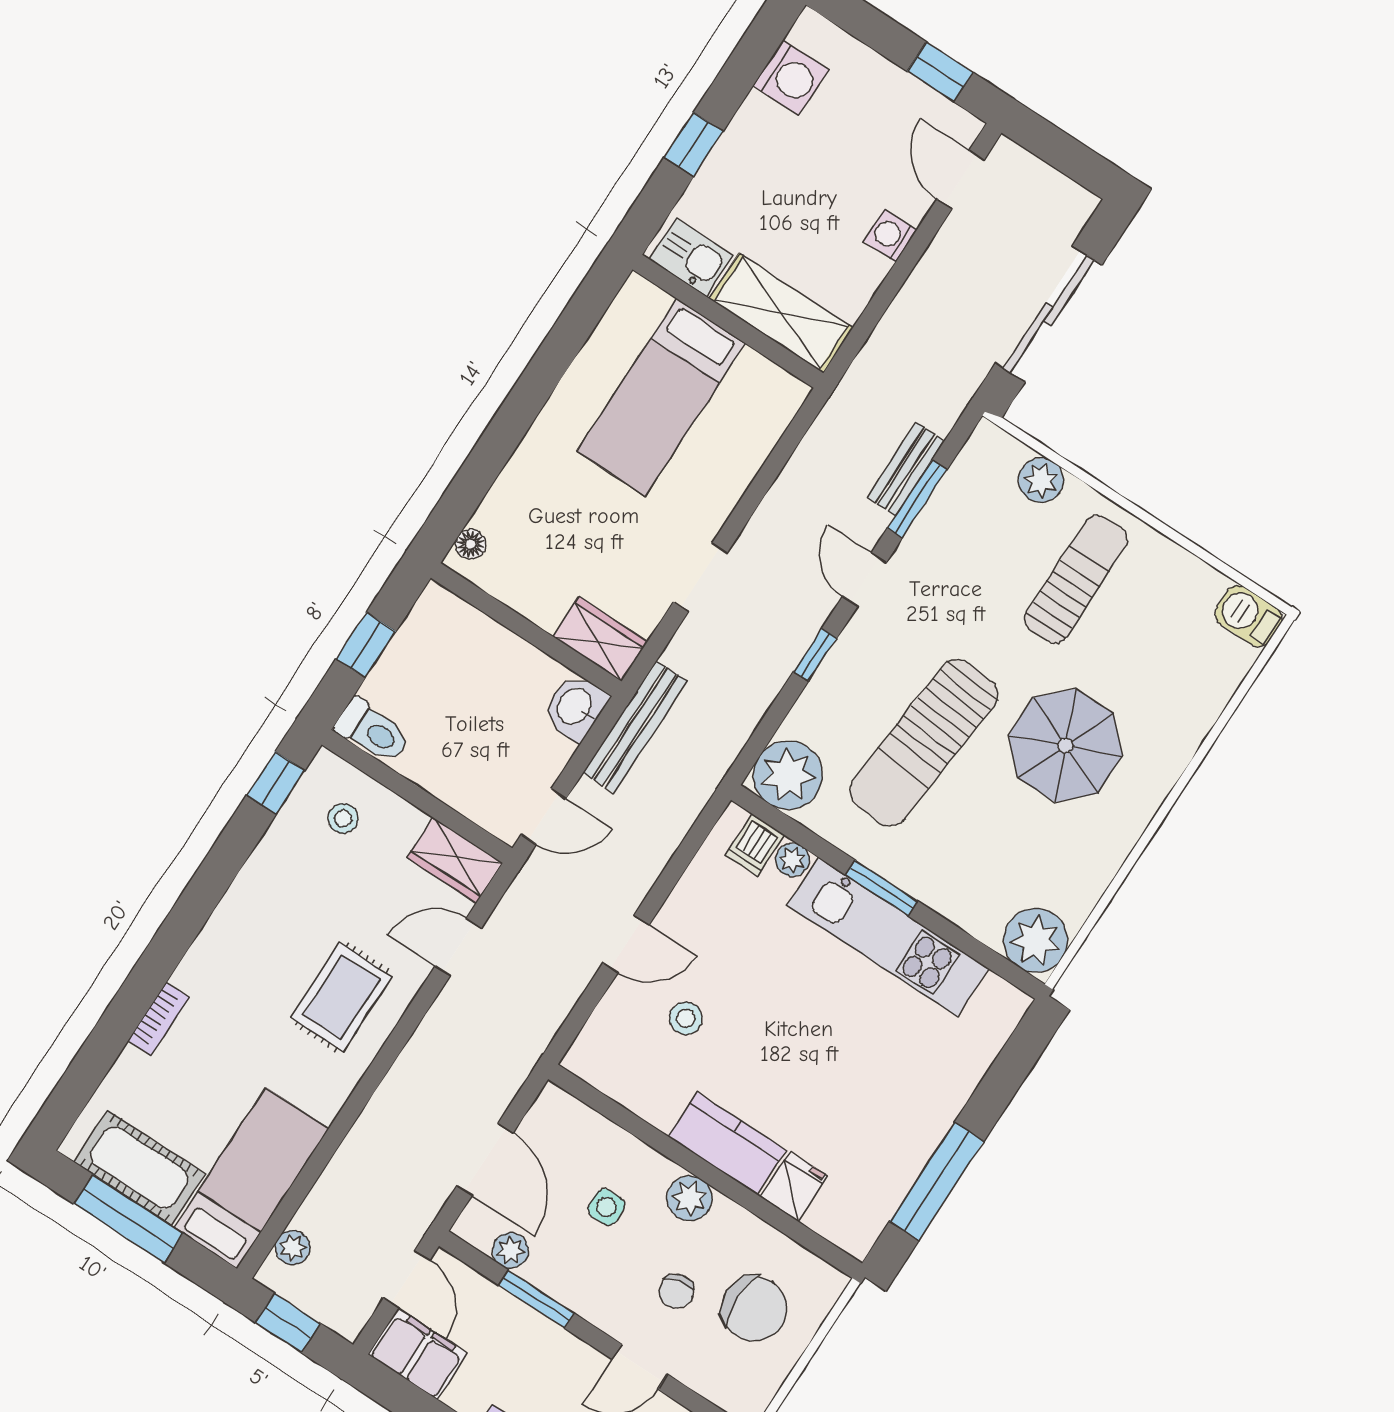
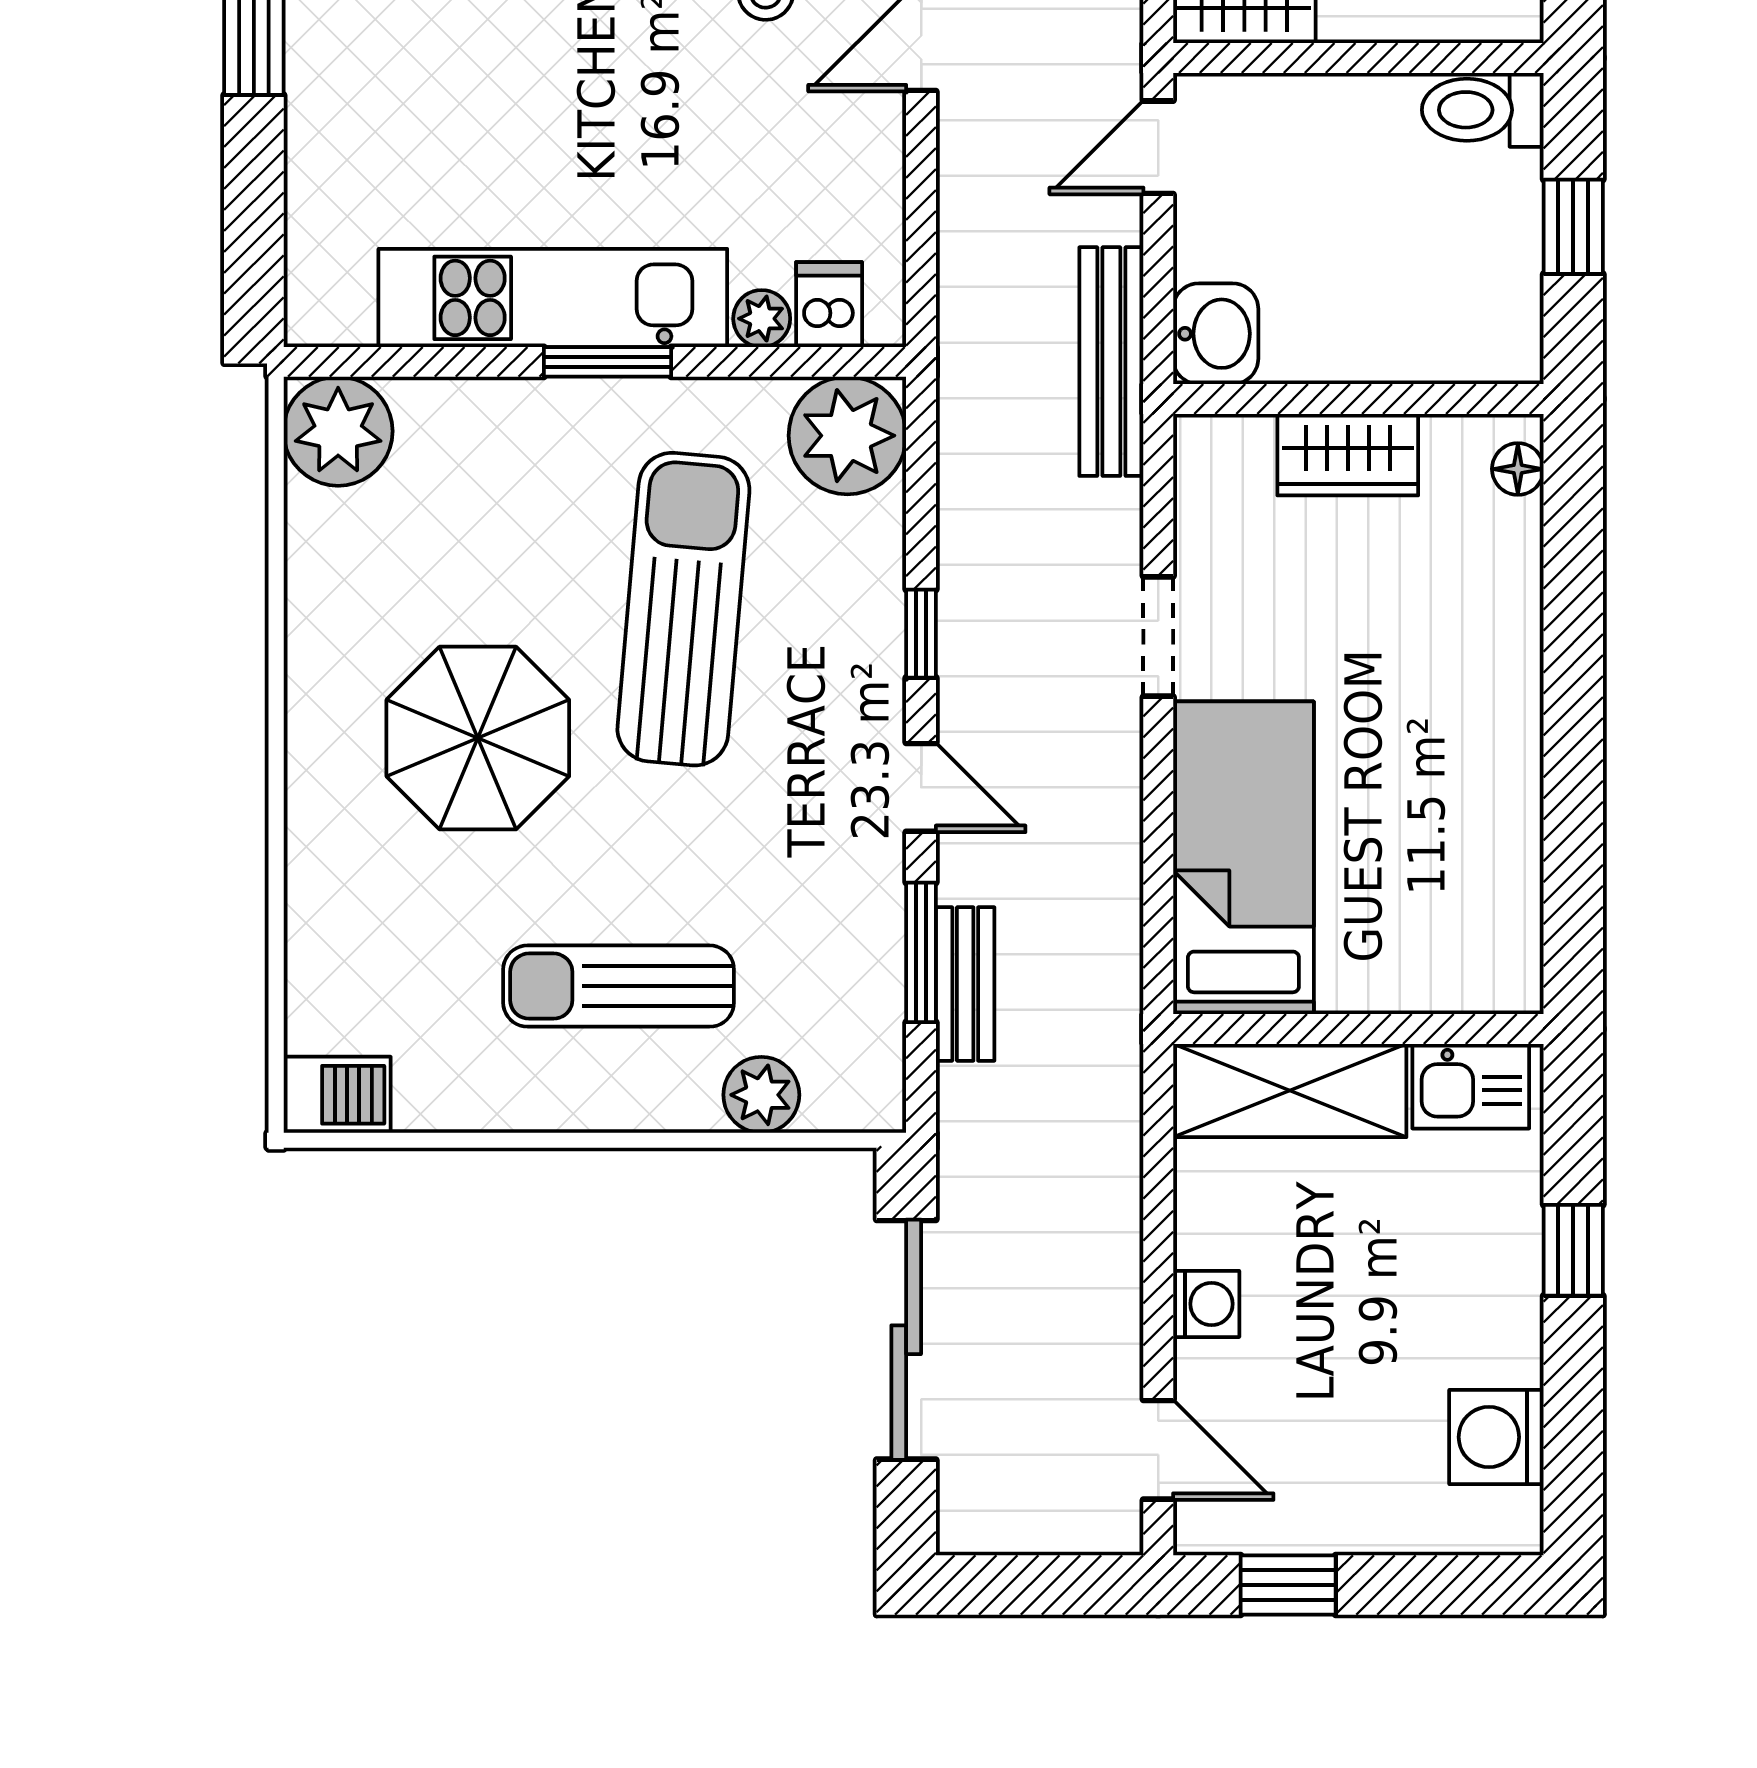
bed: (661, 397) -> (1243, 858), moved
sun lounger: (1076, 579) -> (619, 986), turned 90
wardrobe: (600, 639) -> (1348, 455), moved

